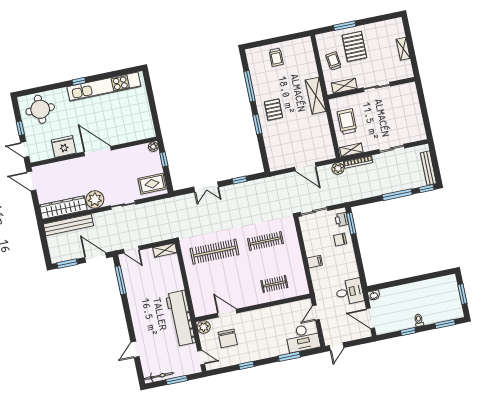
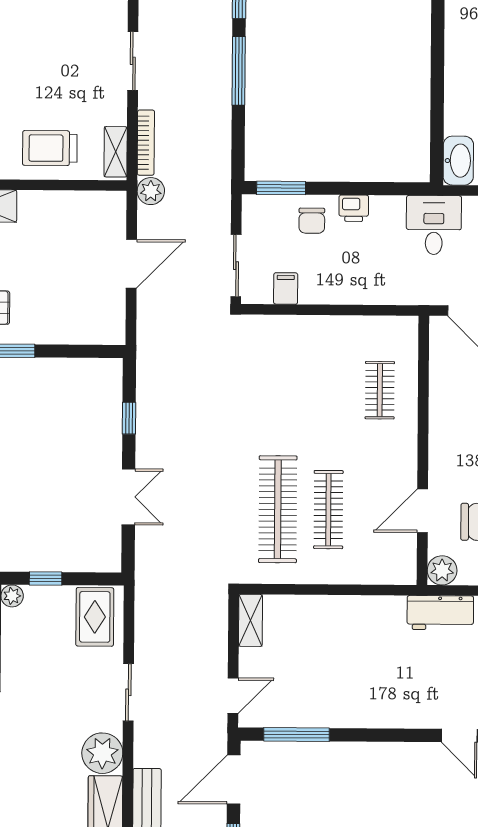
printer: (342, 219) -> (354, 208), moved
clothes rail: (265, 241) -> (328, 510), moved
filing cabinet: (315, 262) -> (286, 288), moved
washbasin: (374, 295) -> (458, 161), width x1.91, depth x1.45
workbench: (181, 318) -> (440, 613), width x0.53, depth x0.76

